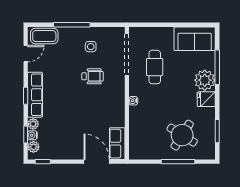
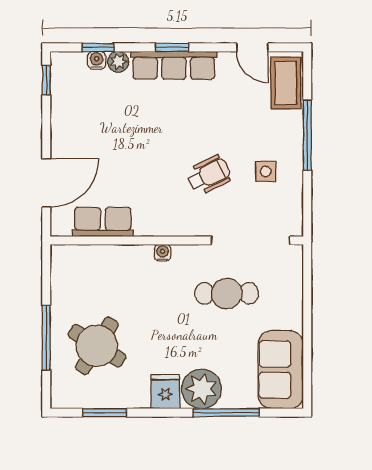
wheelchair: (93, 76) -> (209, 175), turned -116
row of seats: (117, 144) -> (103, 222), moved
plant: (33, 147) -> (74, 62), removed

